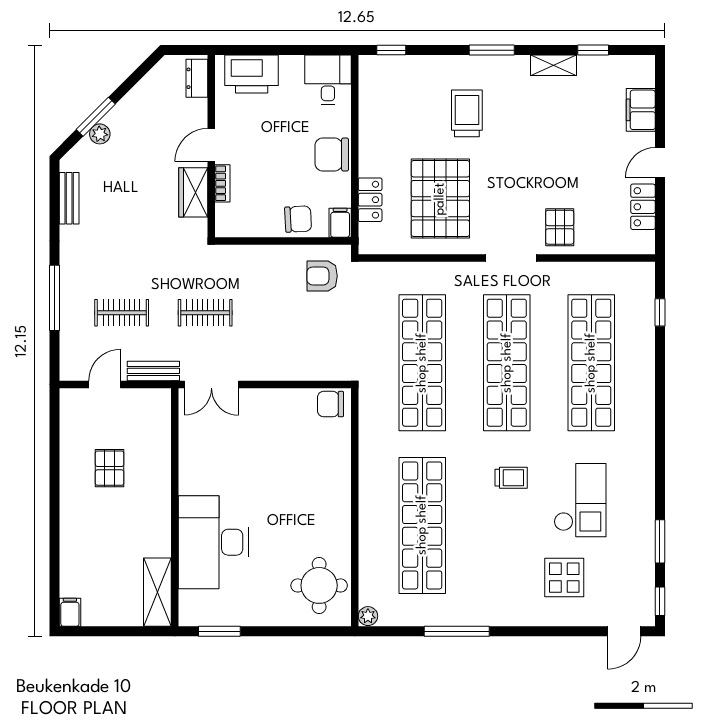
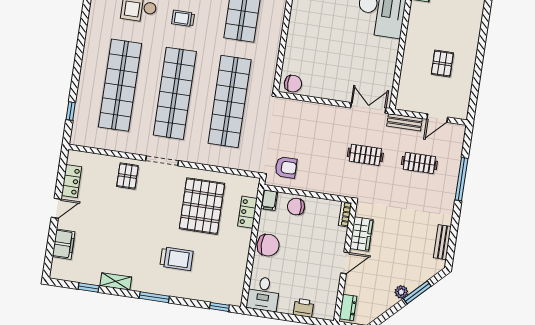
printer: (252, 74) -> (304, 308), width x0.53, depth x0.68
trolley: (467, 113) -> (176, 259), turned -90
plant: (100, 134) -> (401, 292), moved
bookcase: (222, 183) -> (345, 214), moved

